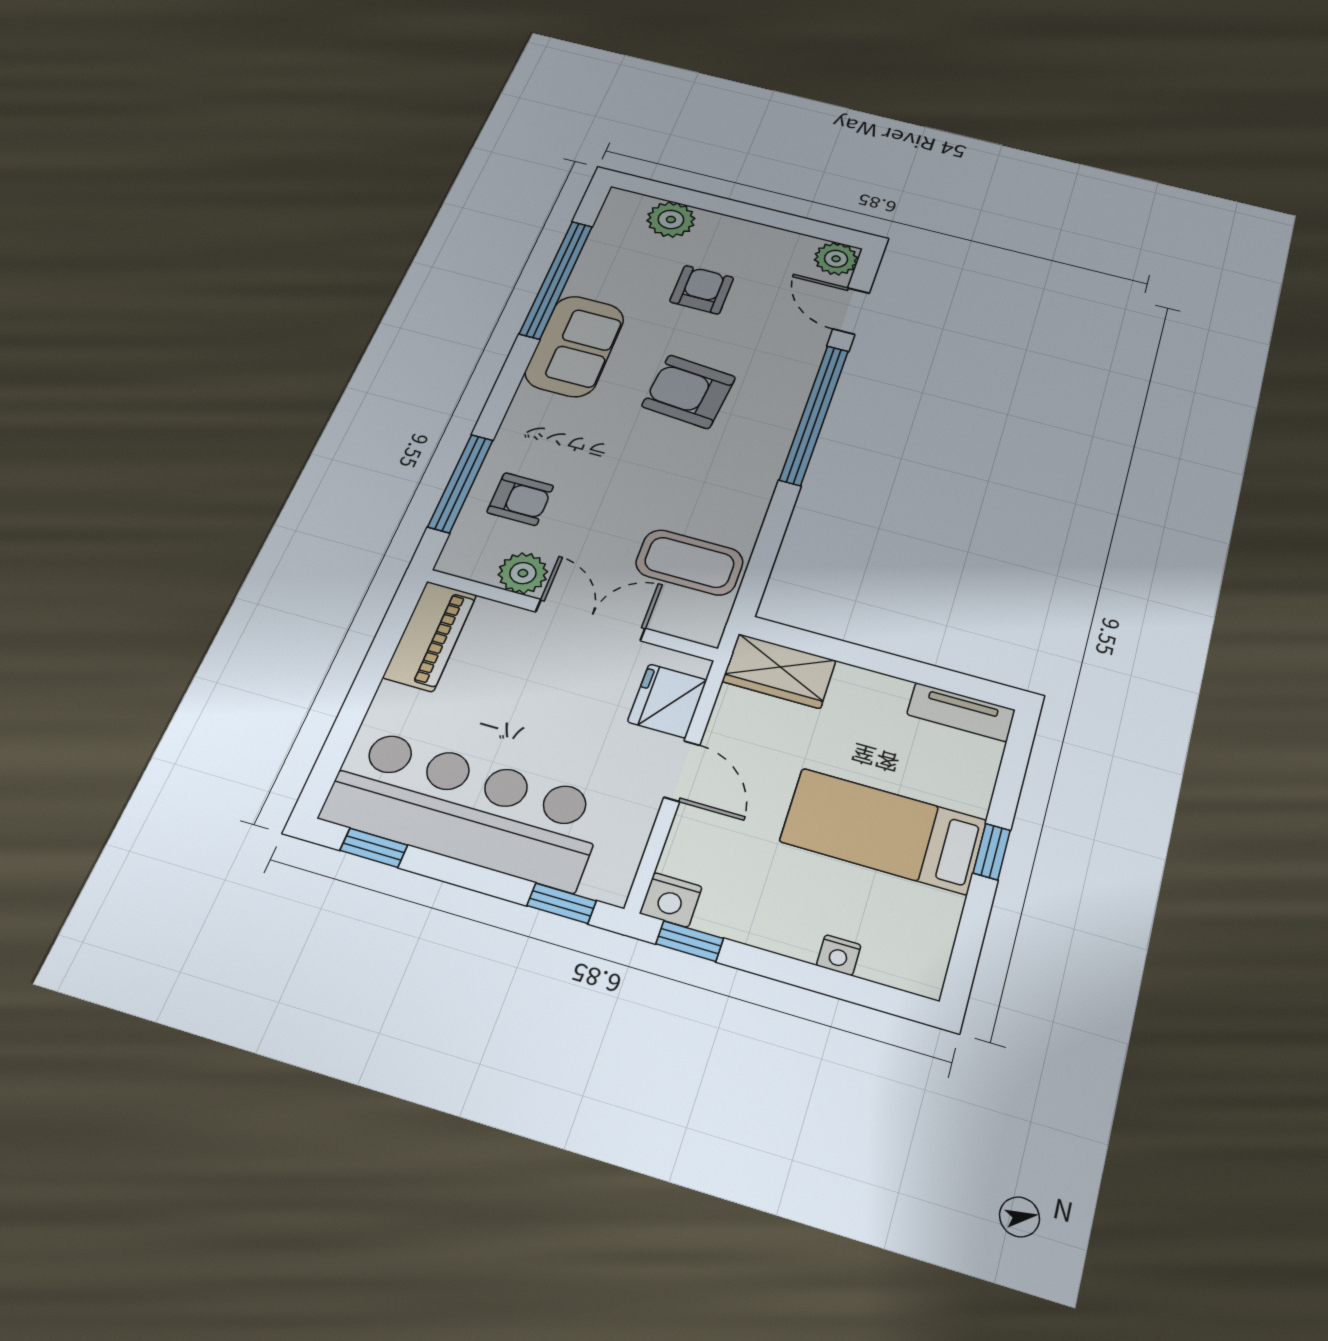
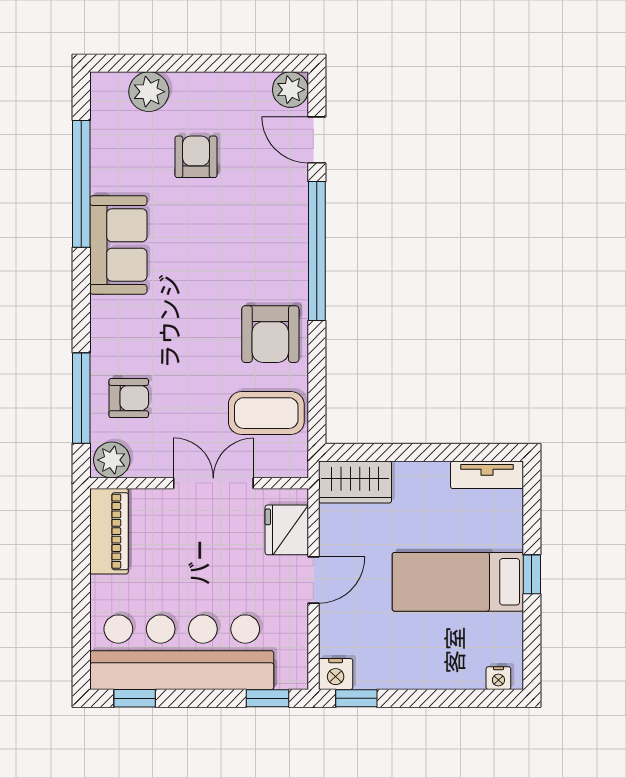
armchair: (689, 392) -> (270, 334), moved, turned -95
plant: (523, 573) -> (112, 460), moved
door: (682, 771) -> (313, 580), hinge flipped
nightstand: (839, 955) -> (498, 678), moved

